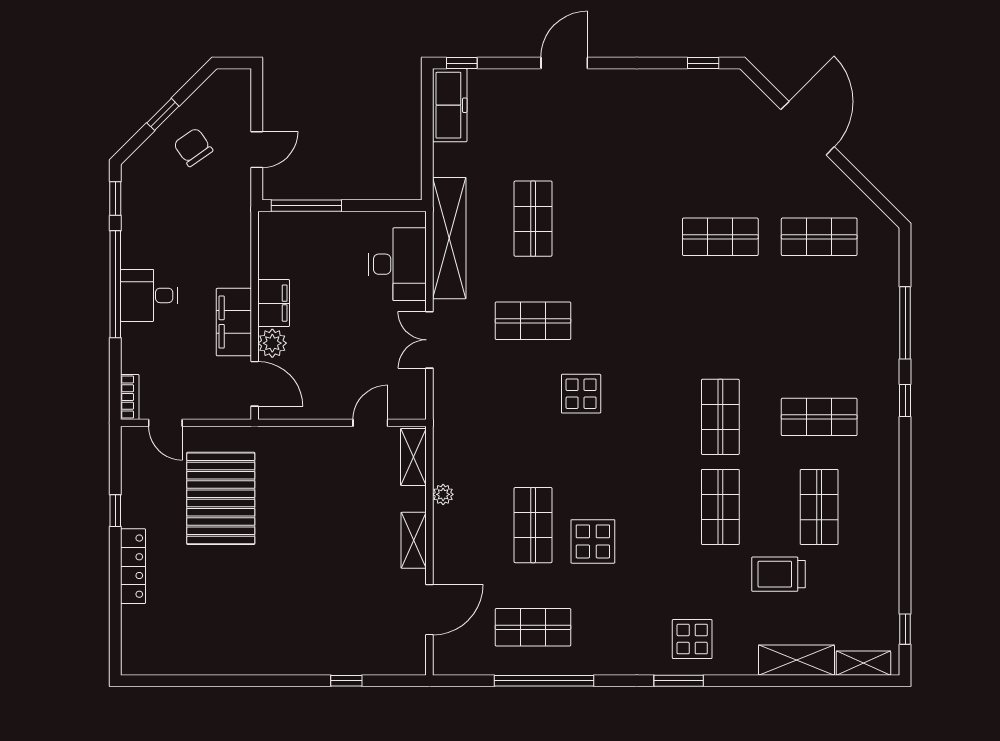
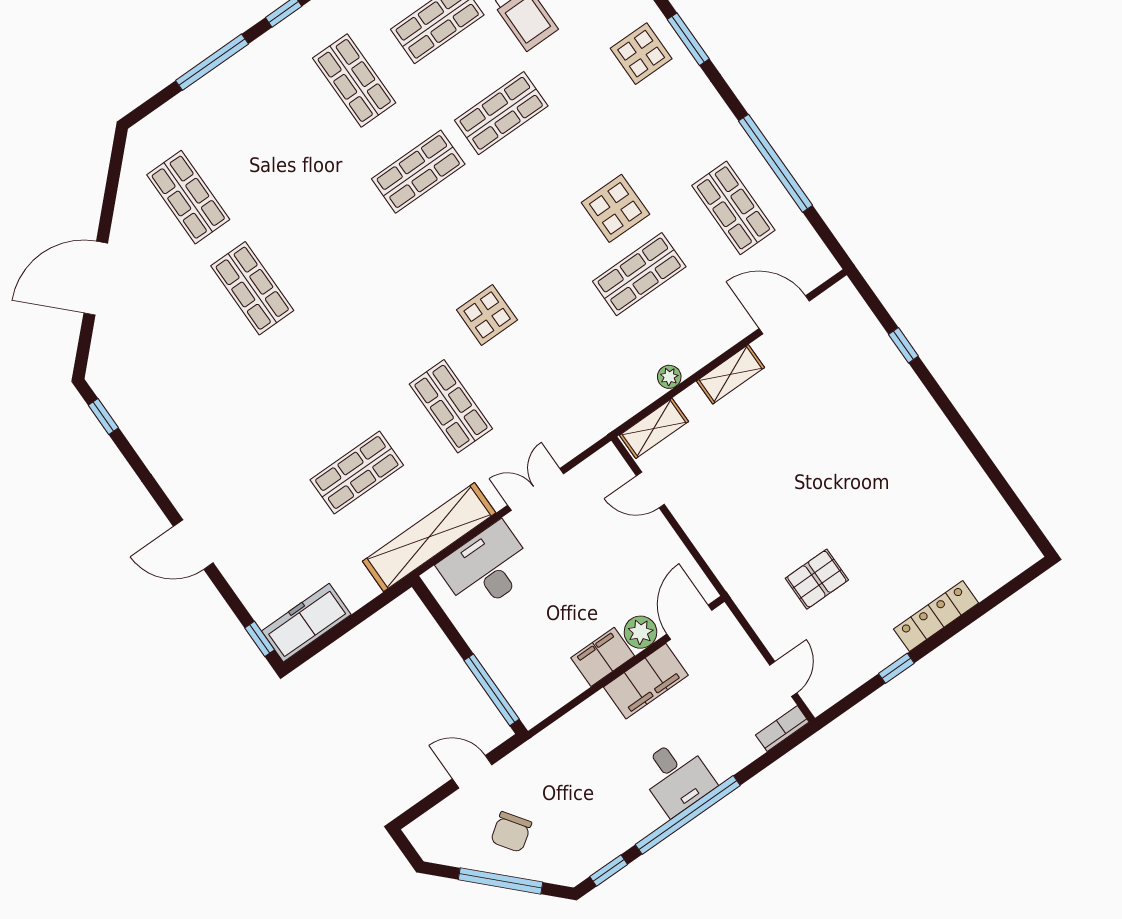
window: (163, 114) -> (501, 881), width x2.17
double door: (429, 340) -> (536, 489), swing flipped
pallet: (221, 498) -> (817, 579), width x0.49, depth x0.50

